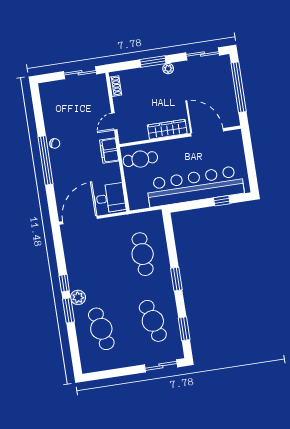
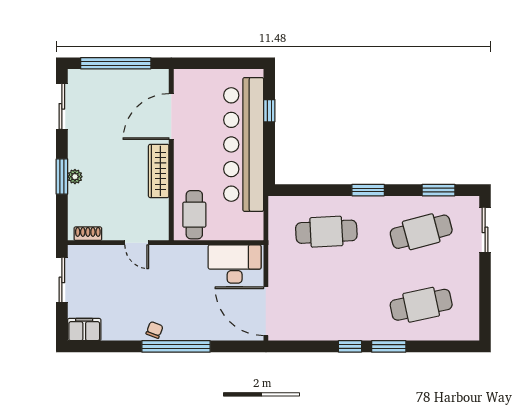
plant: (168, 69) -> (75, 177), moved
filing cabinet: (109, 150) -> (84, 330), moved, turned 180
desk: (109, 198) -> (235, 266), width x1.37
plant: (78, 297) -> (373, 330), removed

